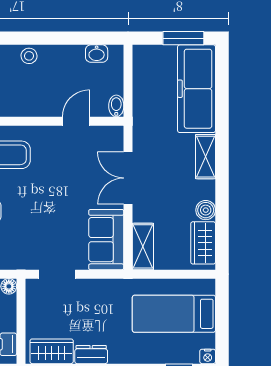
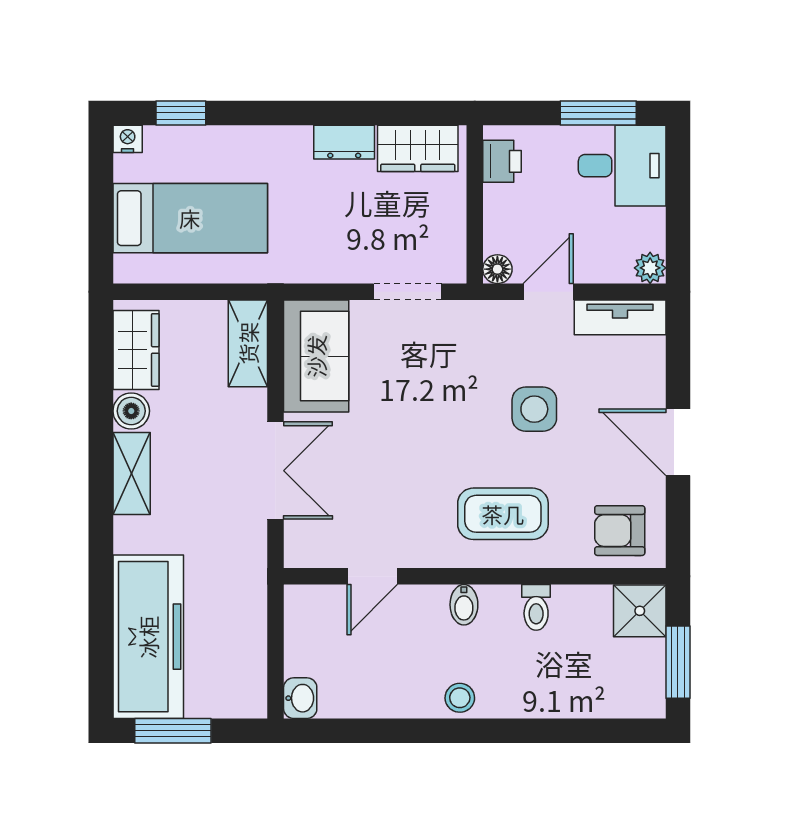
washbasin: (97, 54) -> (300, 698), moved, turned 90
bidet: (116, 106) -> (464, 605), moved
shelving: (205, 157) -> (132, 474), moved

